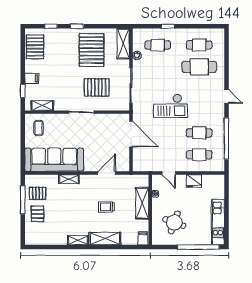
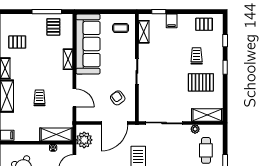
pallet: (35, 47) -> (204, 24), width x0.67, depth x0.71
pallet: (92, 50) -> (201, 82), width x0.73, depth x0.71
trolley: (66, 54) -> (197, 56), added
pallet: (97, 87) -> (162, 88), removed
armchair: (107, 131) -> (118, 98), added
plant: (147, 163) -> (84, 140), added
shelving: (142, 203) -> (56, 134), moved
pallet: (37, 214) -> (17, 42), moved

